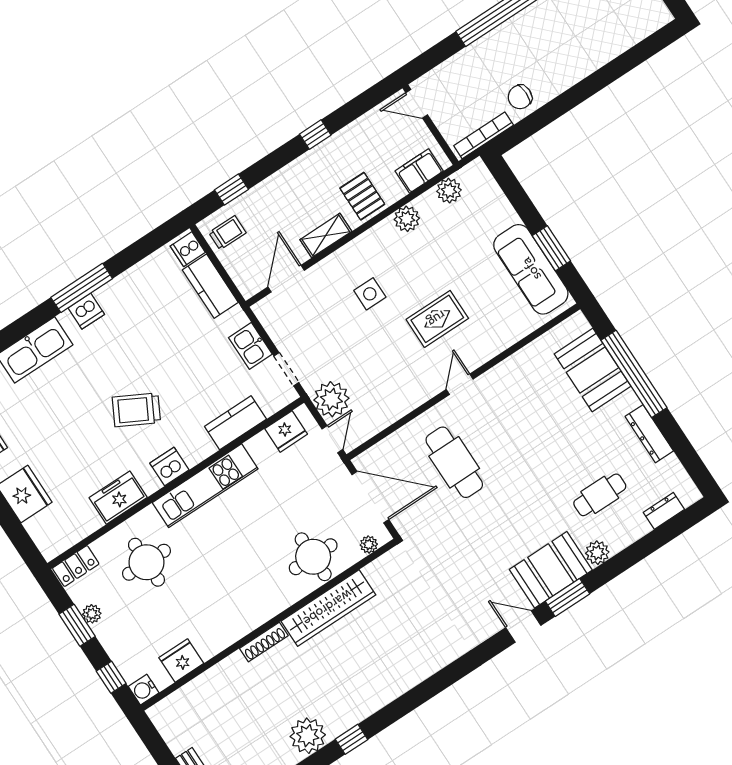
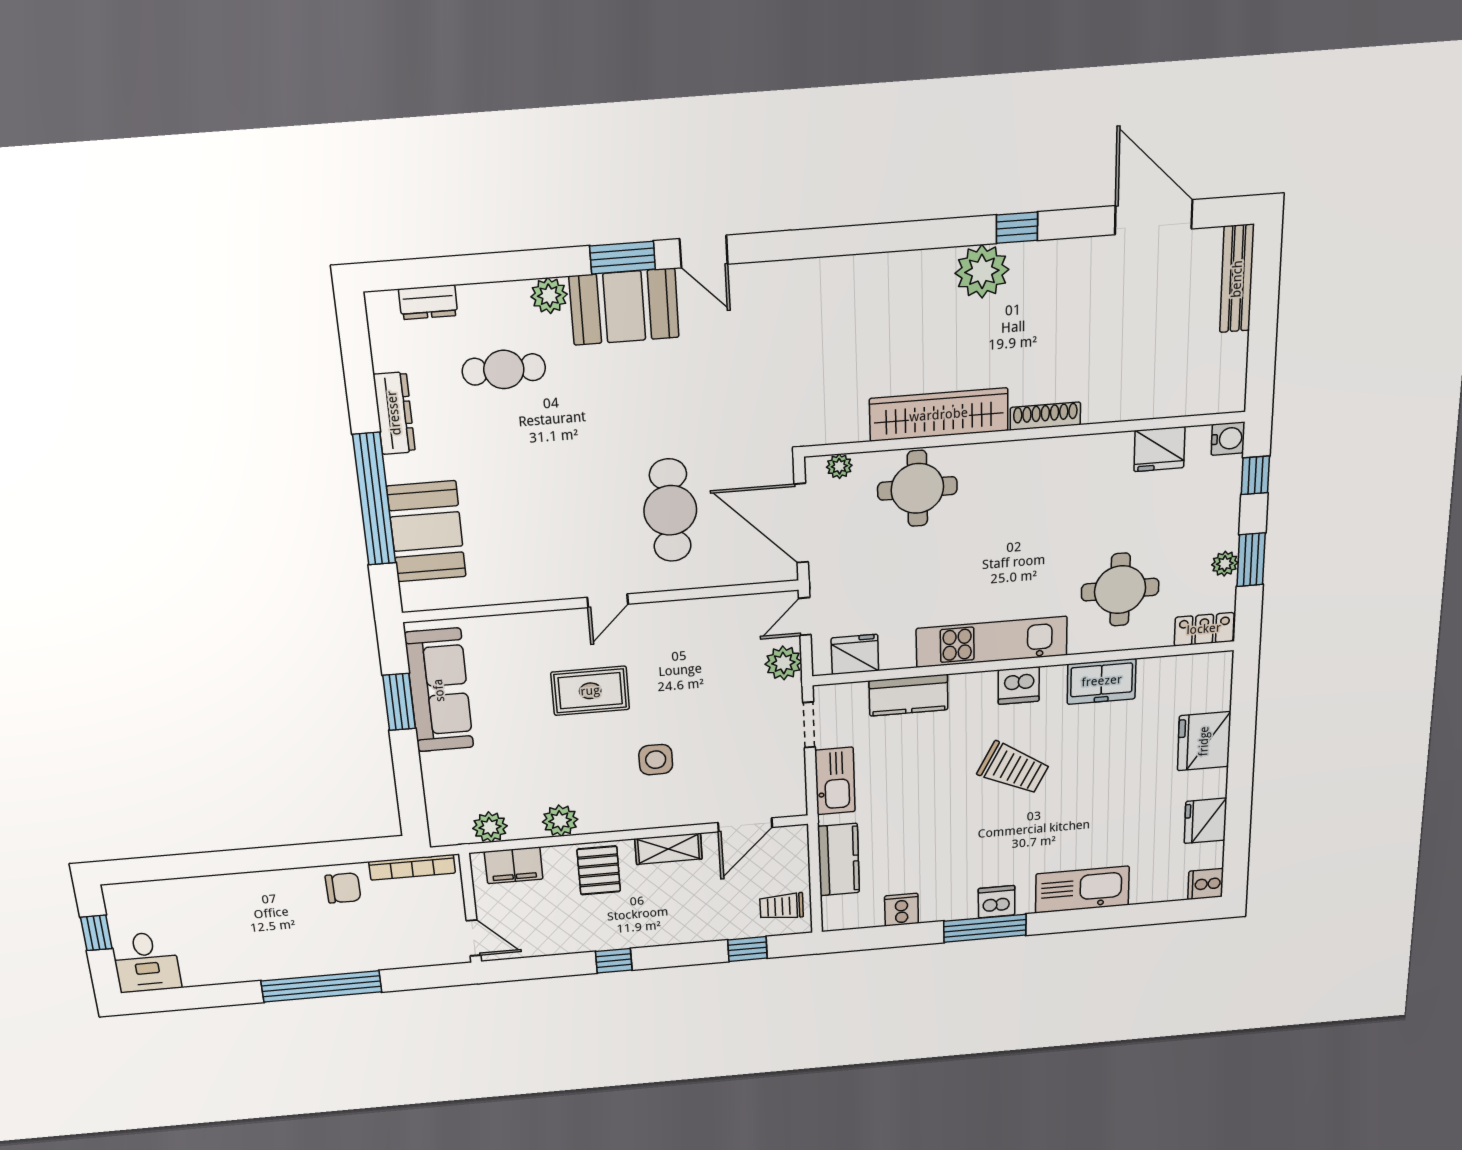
cooker: (188, 249) -> (902, 910), moved, turned -90
kitchen sink: (250, 346) -> (835, 781), width x1.38
plant: (331, 399) -> (783, 663), width x0.73, depth x0.73
plant: (308, 736) -> (982, 271), moved

